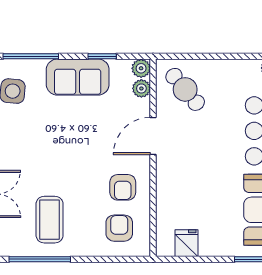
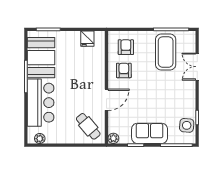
plant: (141, 88) -> (113, 127), removed
coffee table: (50, 220) -> (166, 52), width x1.36, depth x1.32
armchair: (119, 228) -> (126, 47), turned 180

